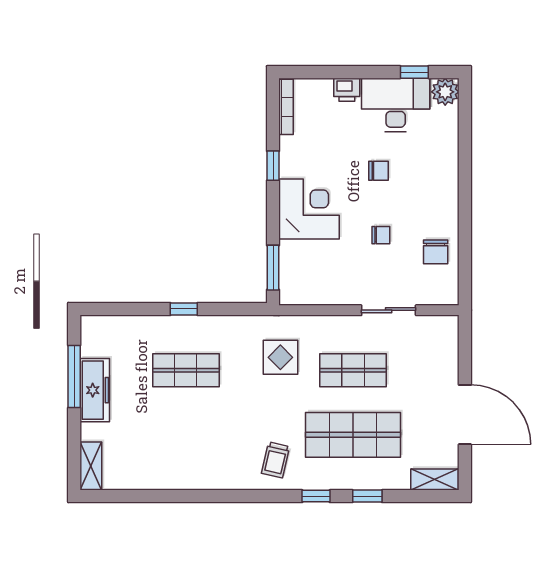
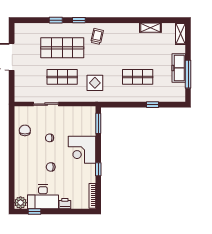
window: (184, 309) -> (153, 105), moved
shelving: (434, 479) -> (150, 28), moved

